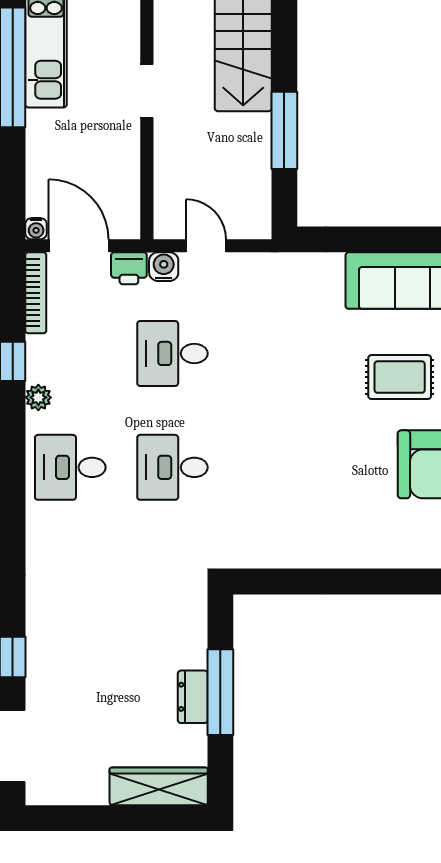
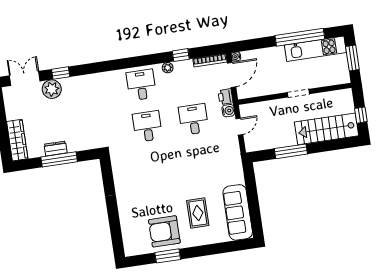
plant: (48, 685) -> (52, 89), added

